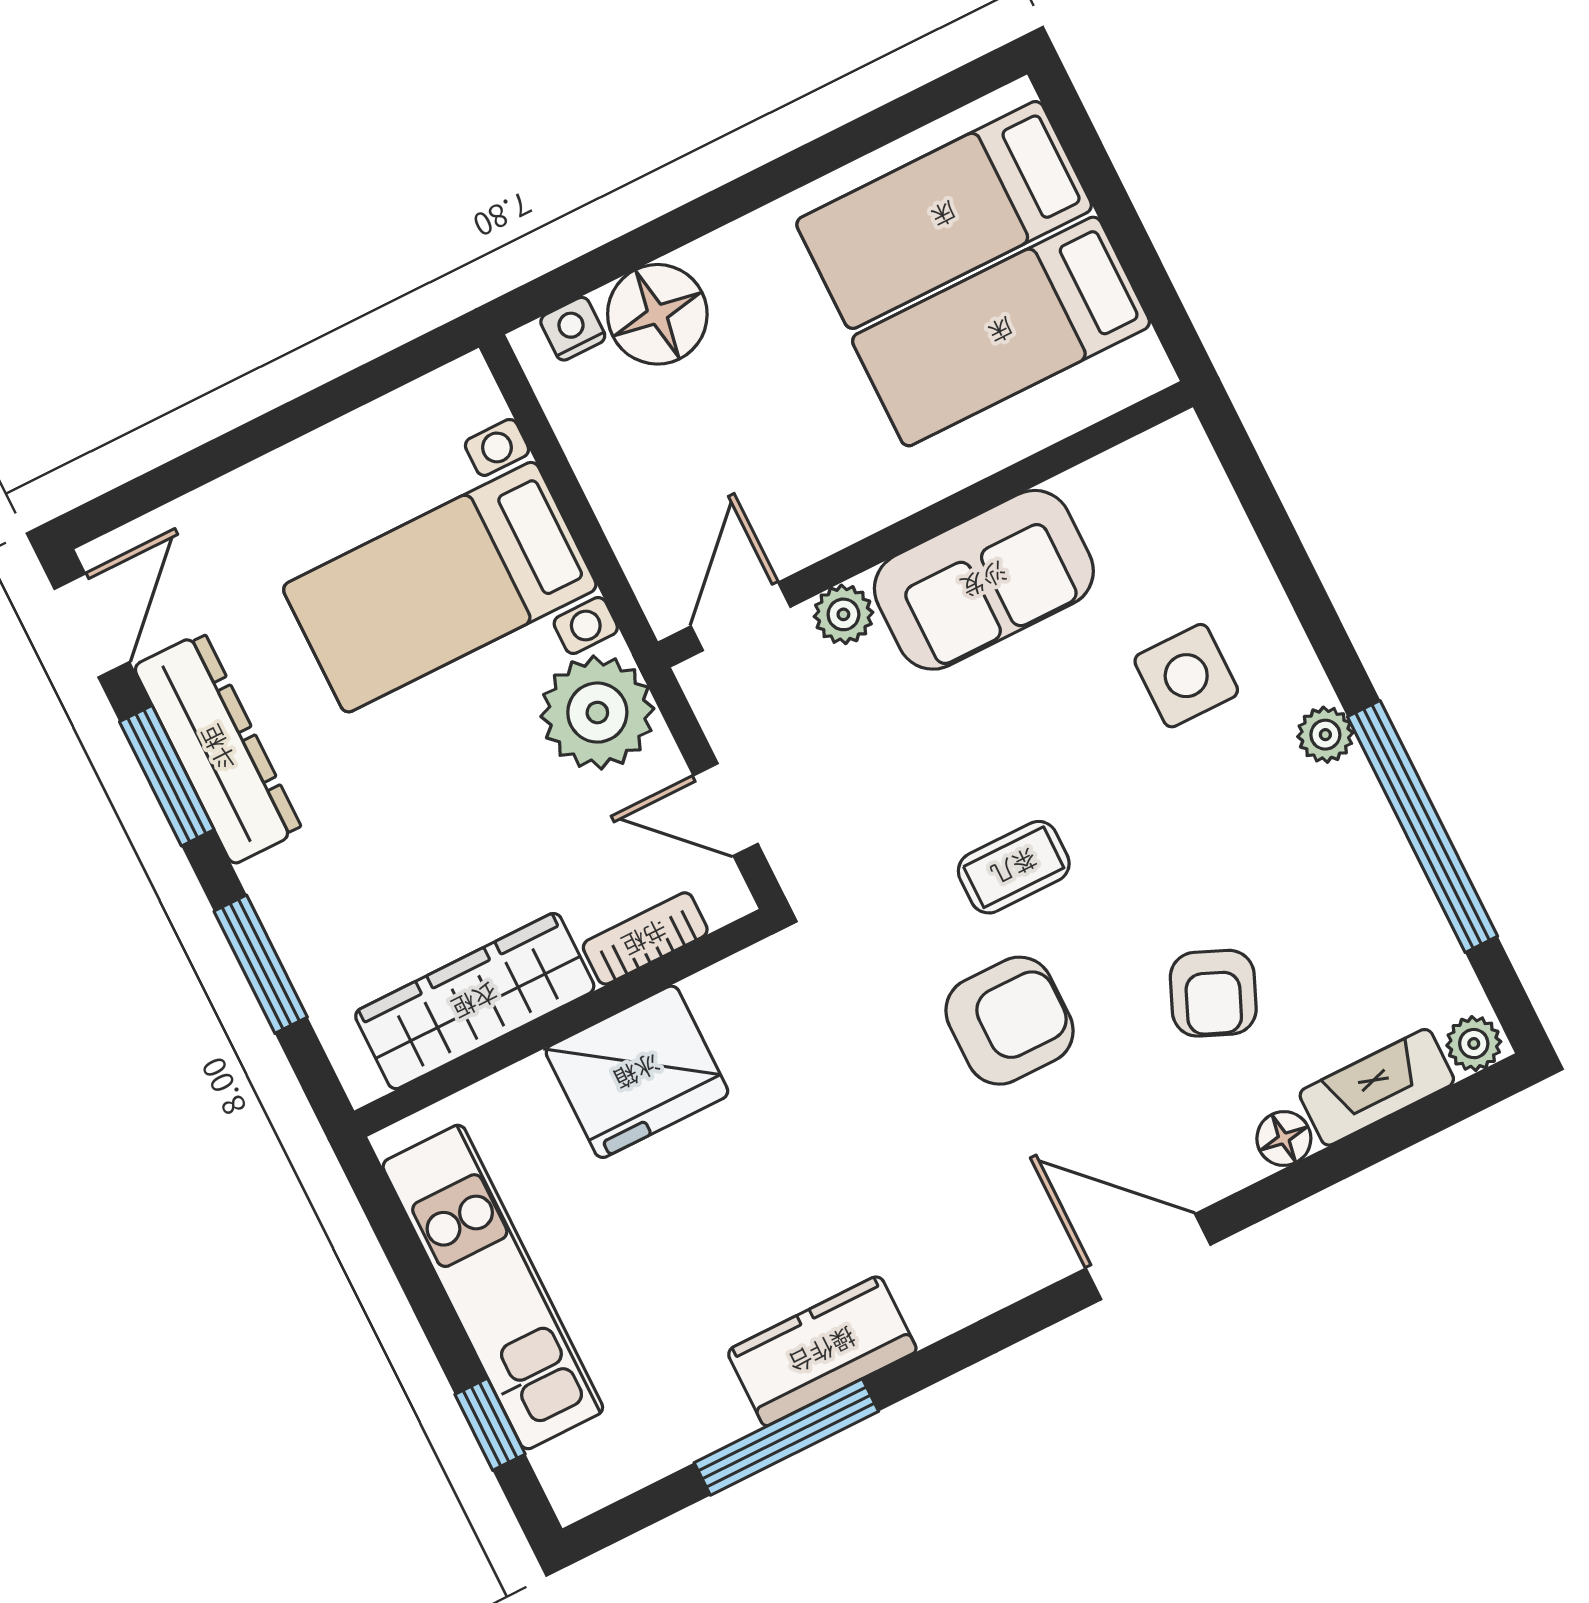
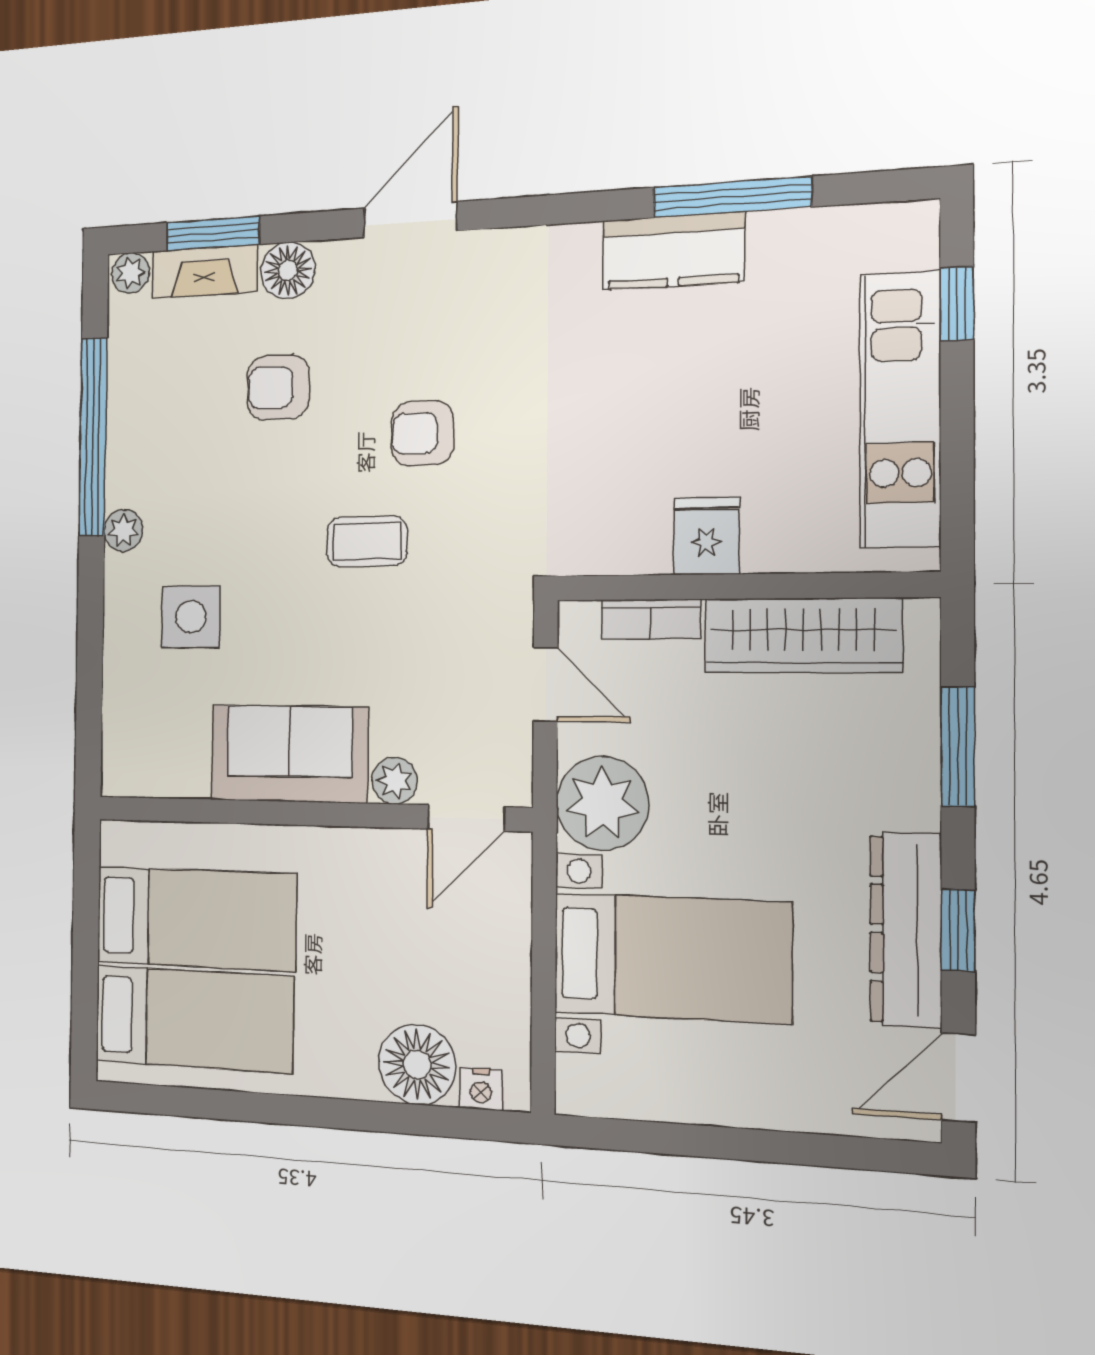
window: (167, 776) -> (958, 930), width x0.67
armchair: (1213, 993) -> (278, 387), turned -113
armchair: (1010, 1021) -> (422, 433), width x0.72, depth x0.72
fridge: (637, 1072) -> (706, 536), width x0.53, depth x0.75
window: (1389, 1136) -> (213, 233), added
floor lamp: (1284, 1138) -> (288, 270), width x1.37, depth x1.37
door: (1148, 1257) -> (410, 220), swing flipped

